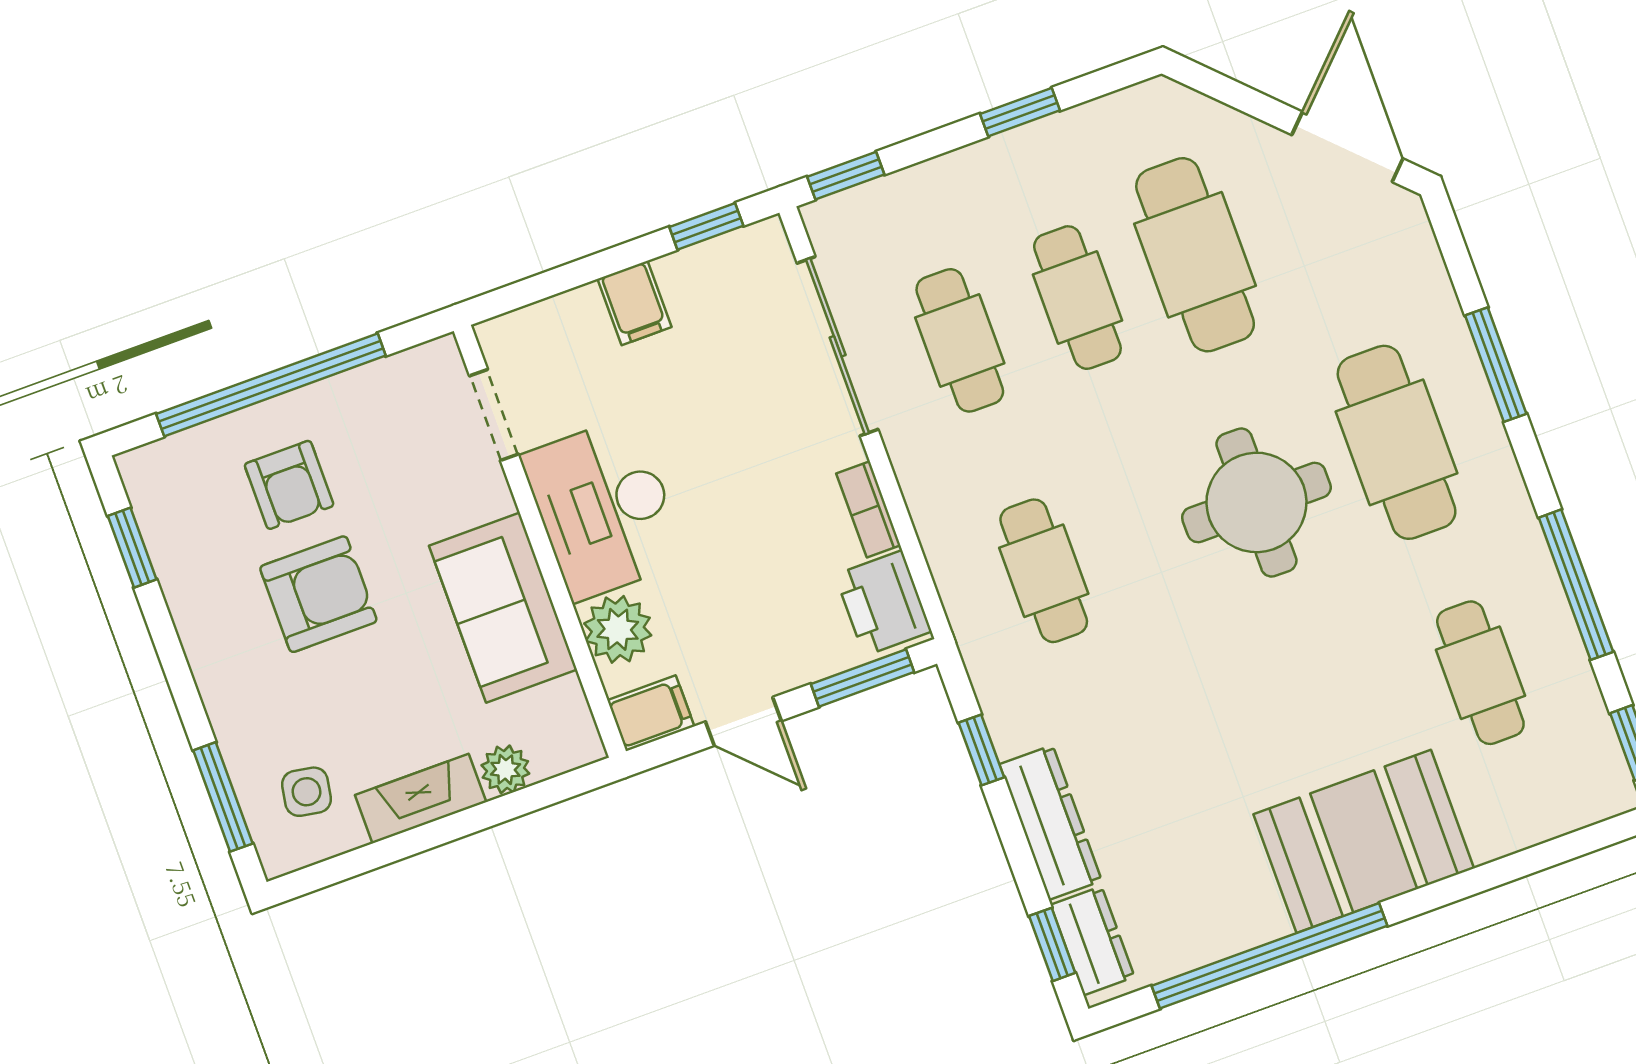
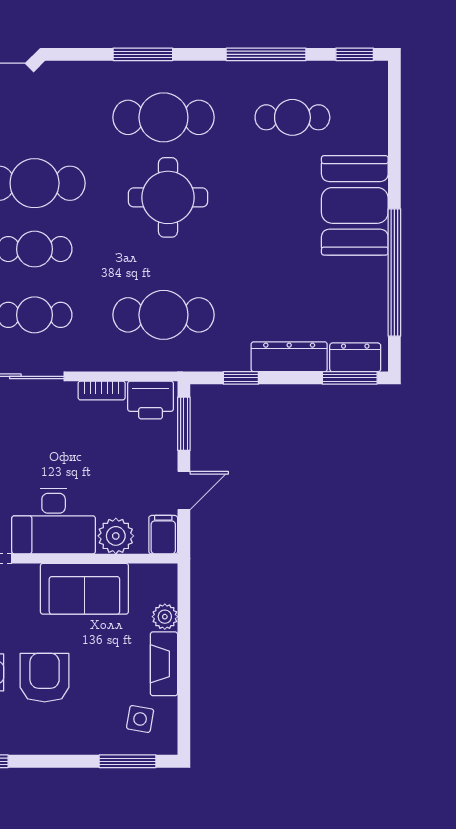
cafe table: (1044, 571) -> (163, 315), width x1.37, depth x1.35
window: (1052, 944) -> (350, 378), width x1.50

